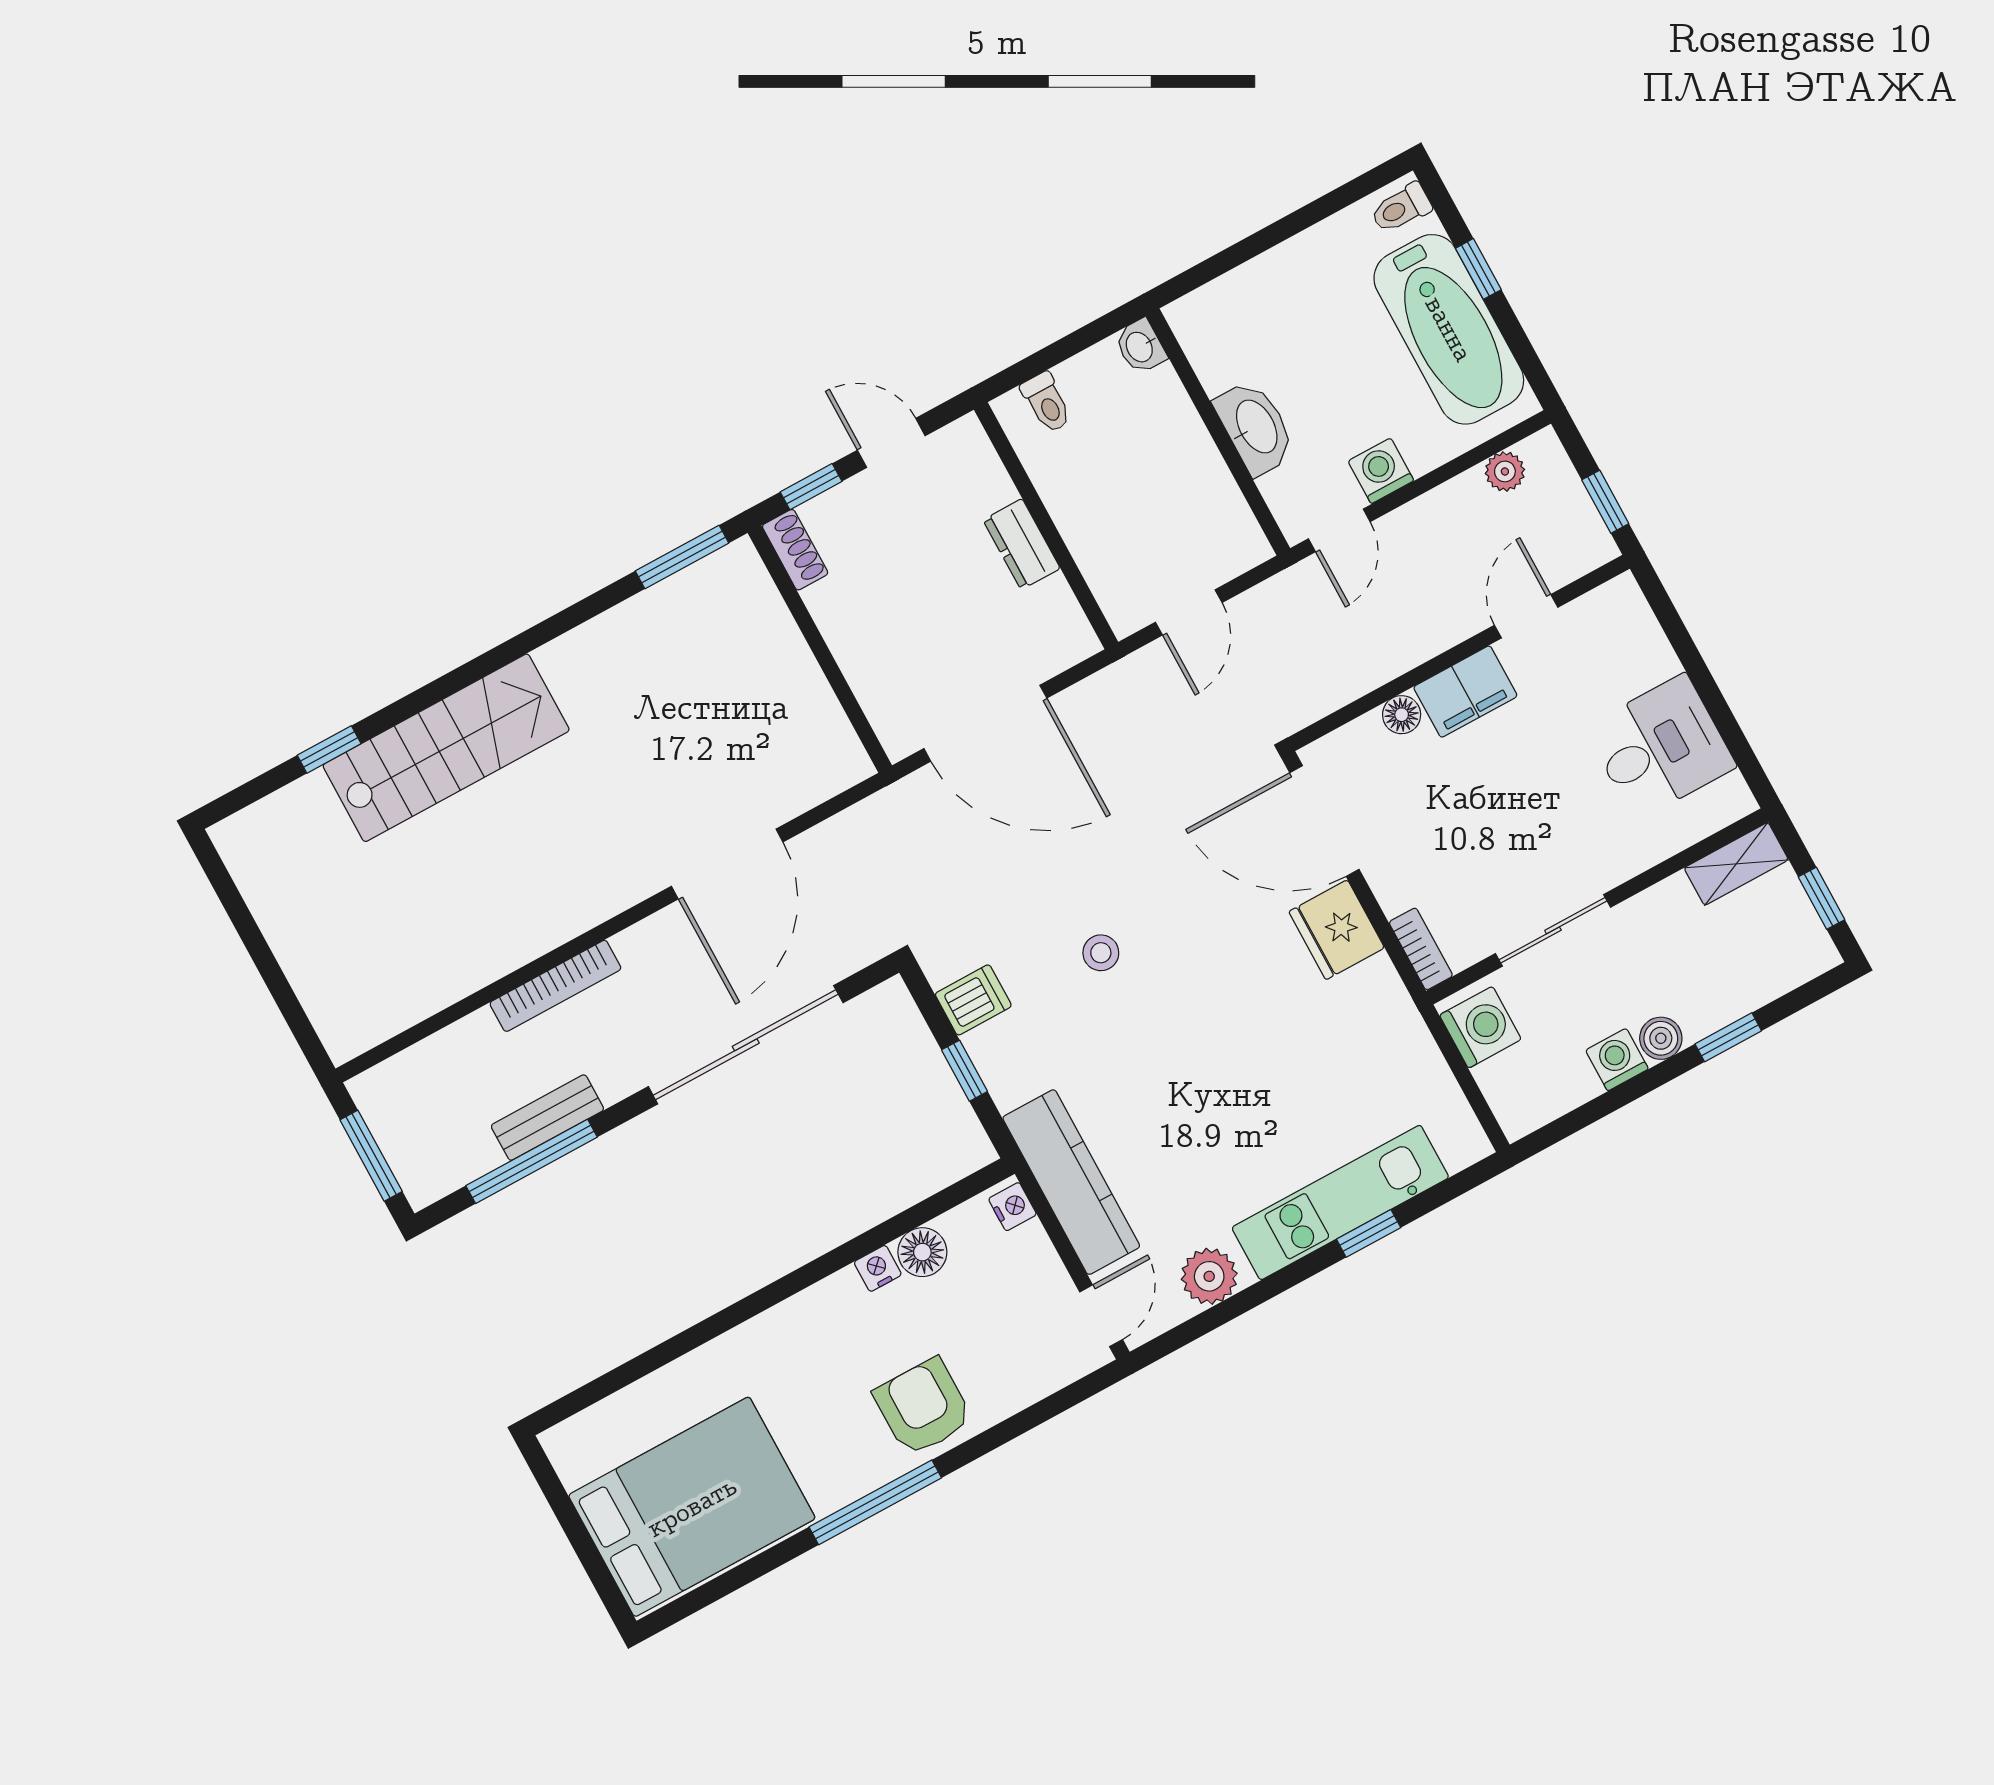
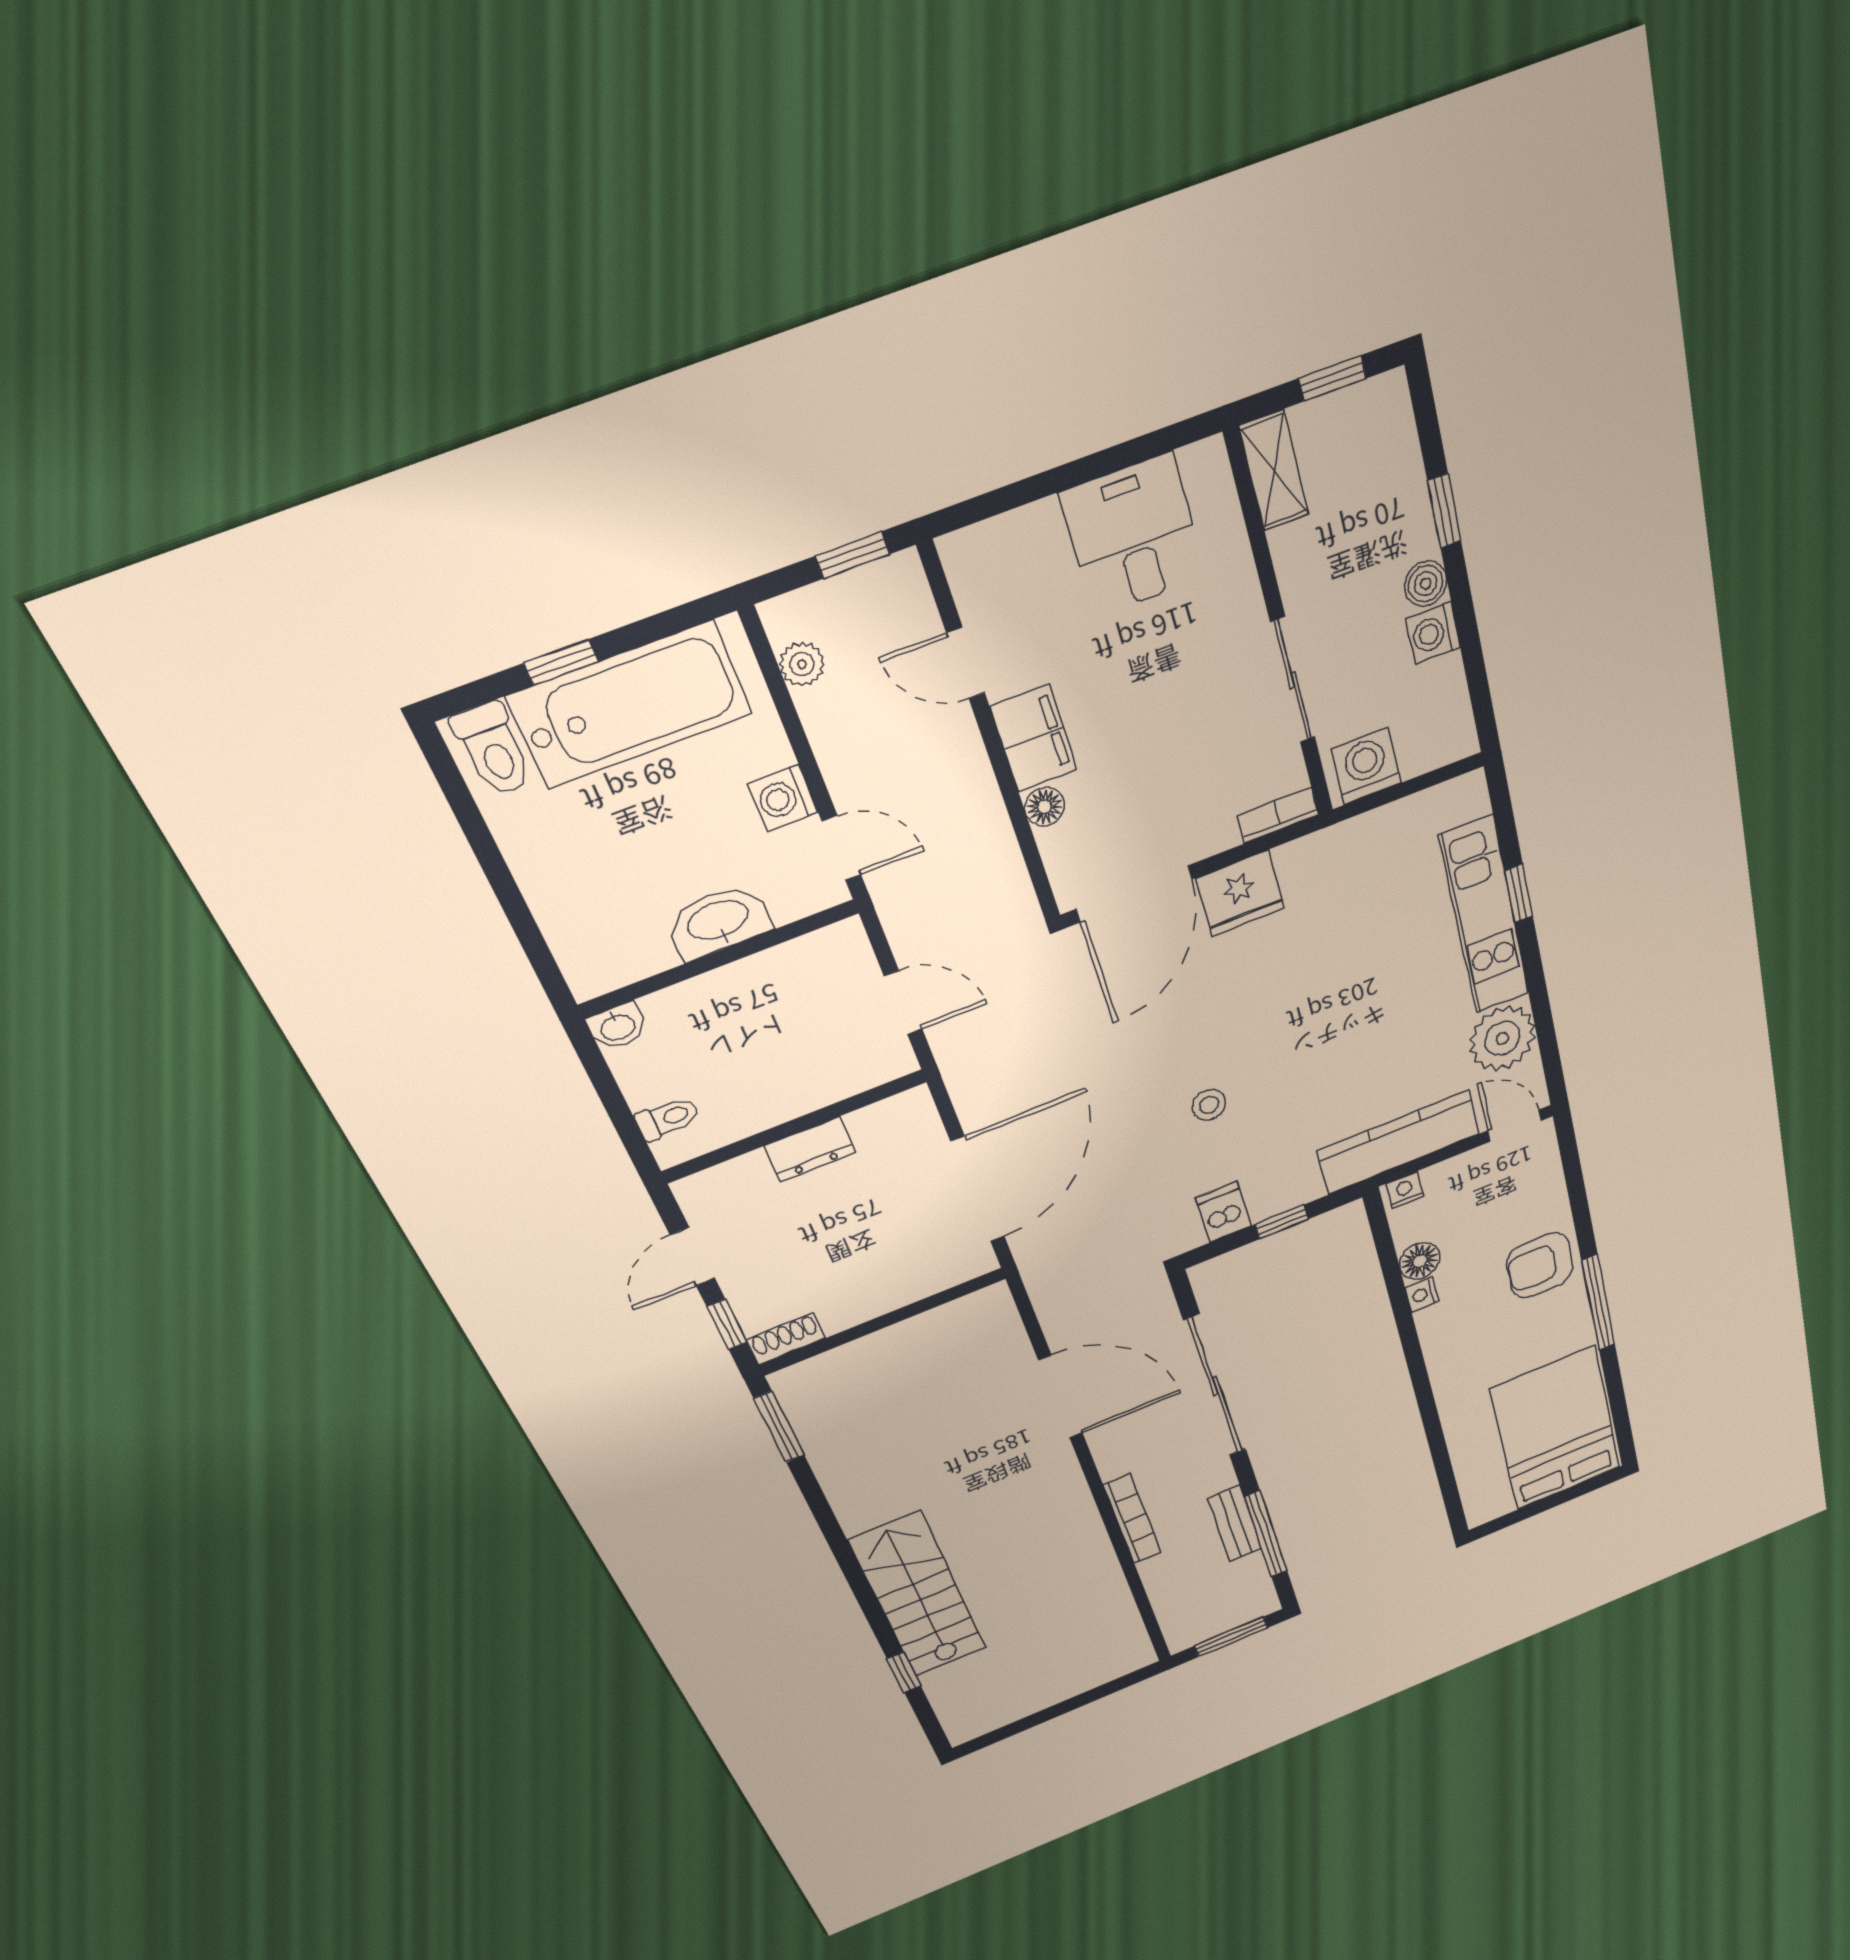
toilet: (1401, 208) -> (493, 750), width x1.37, depth x1.39
plant: (1209, 1276) -> (1502, 1039), width x1.36, depth x1.36

